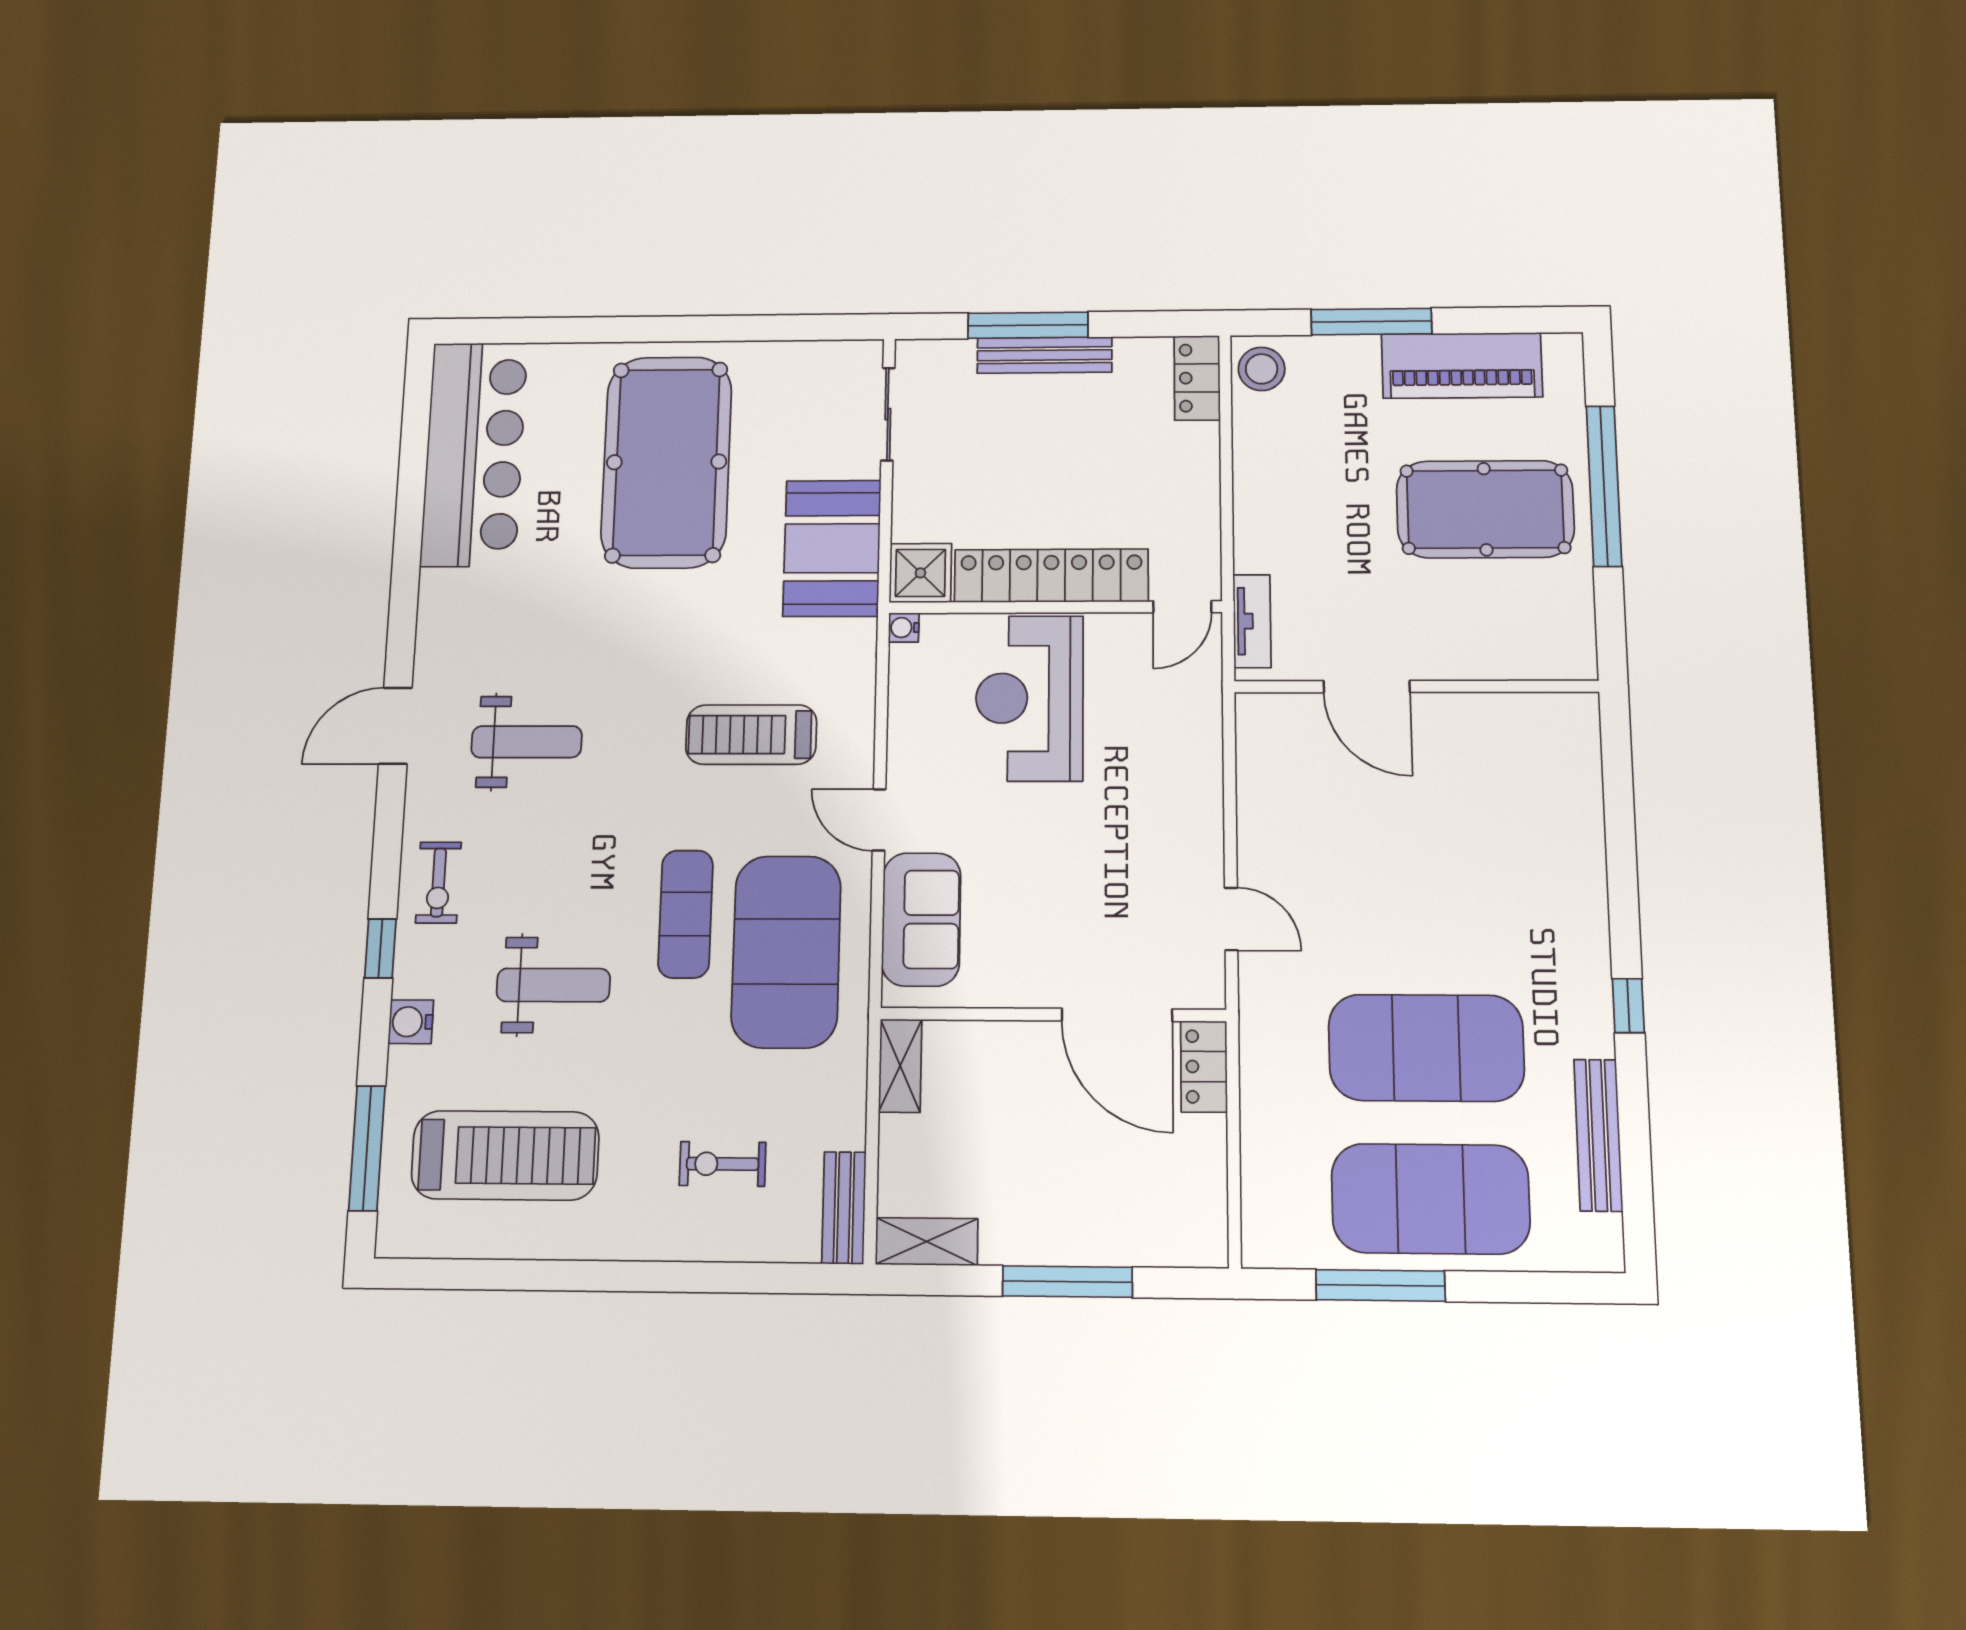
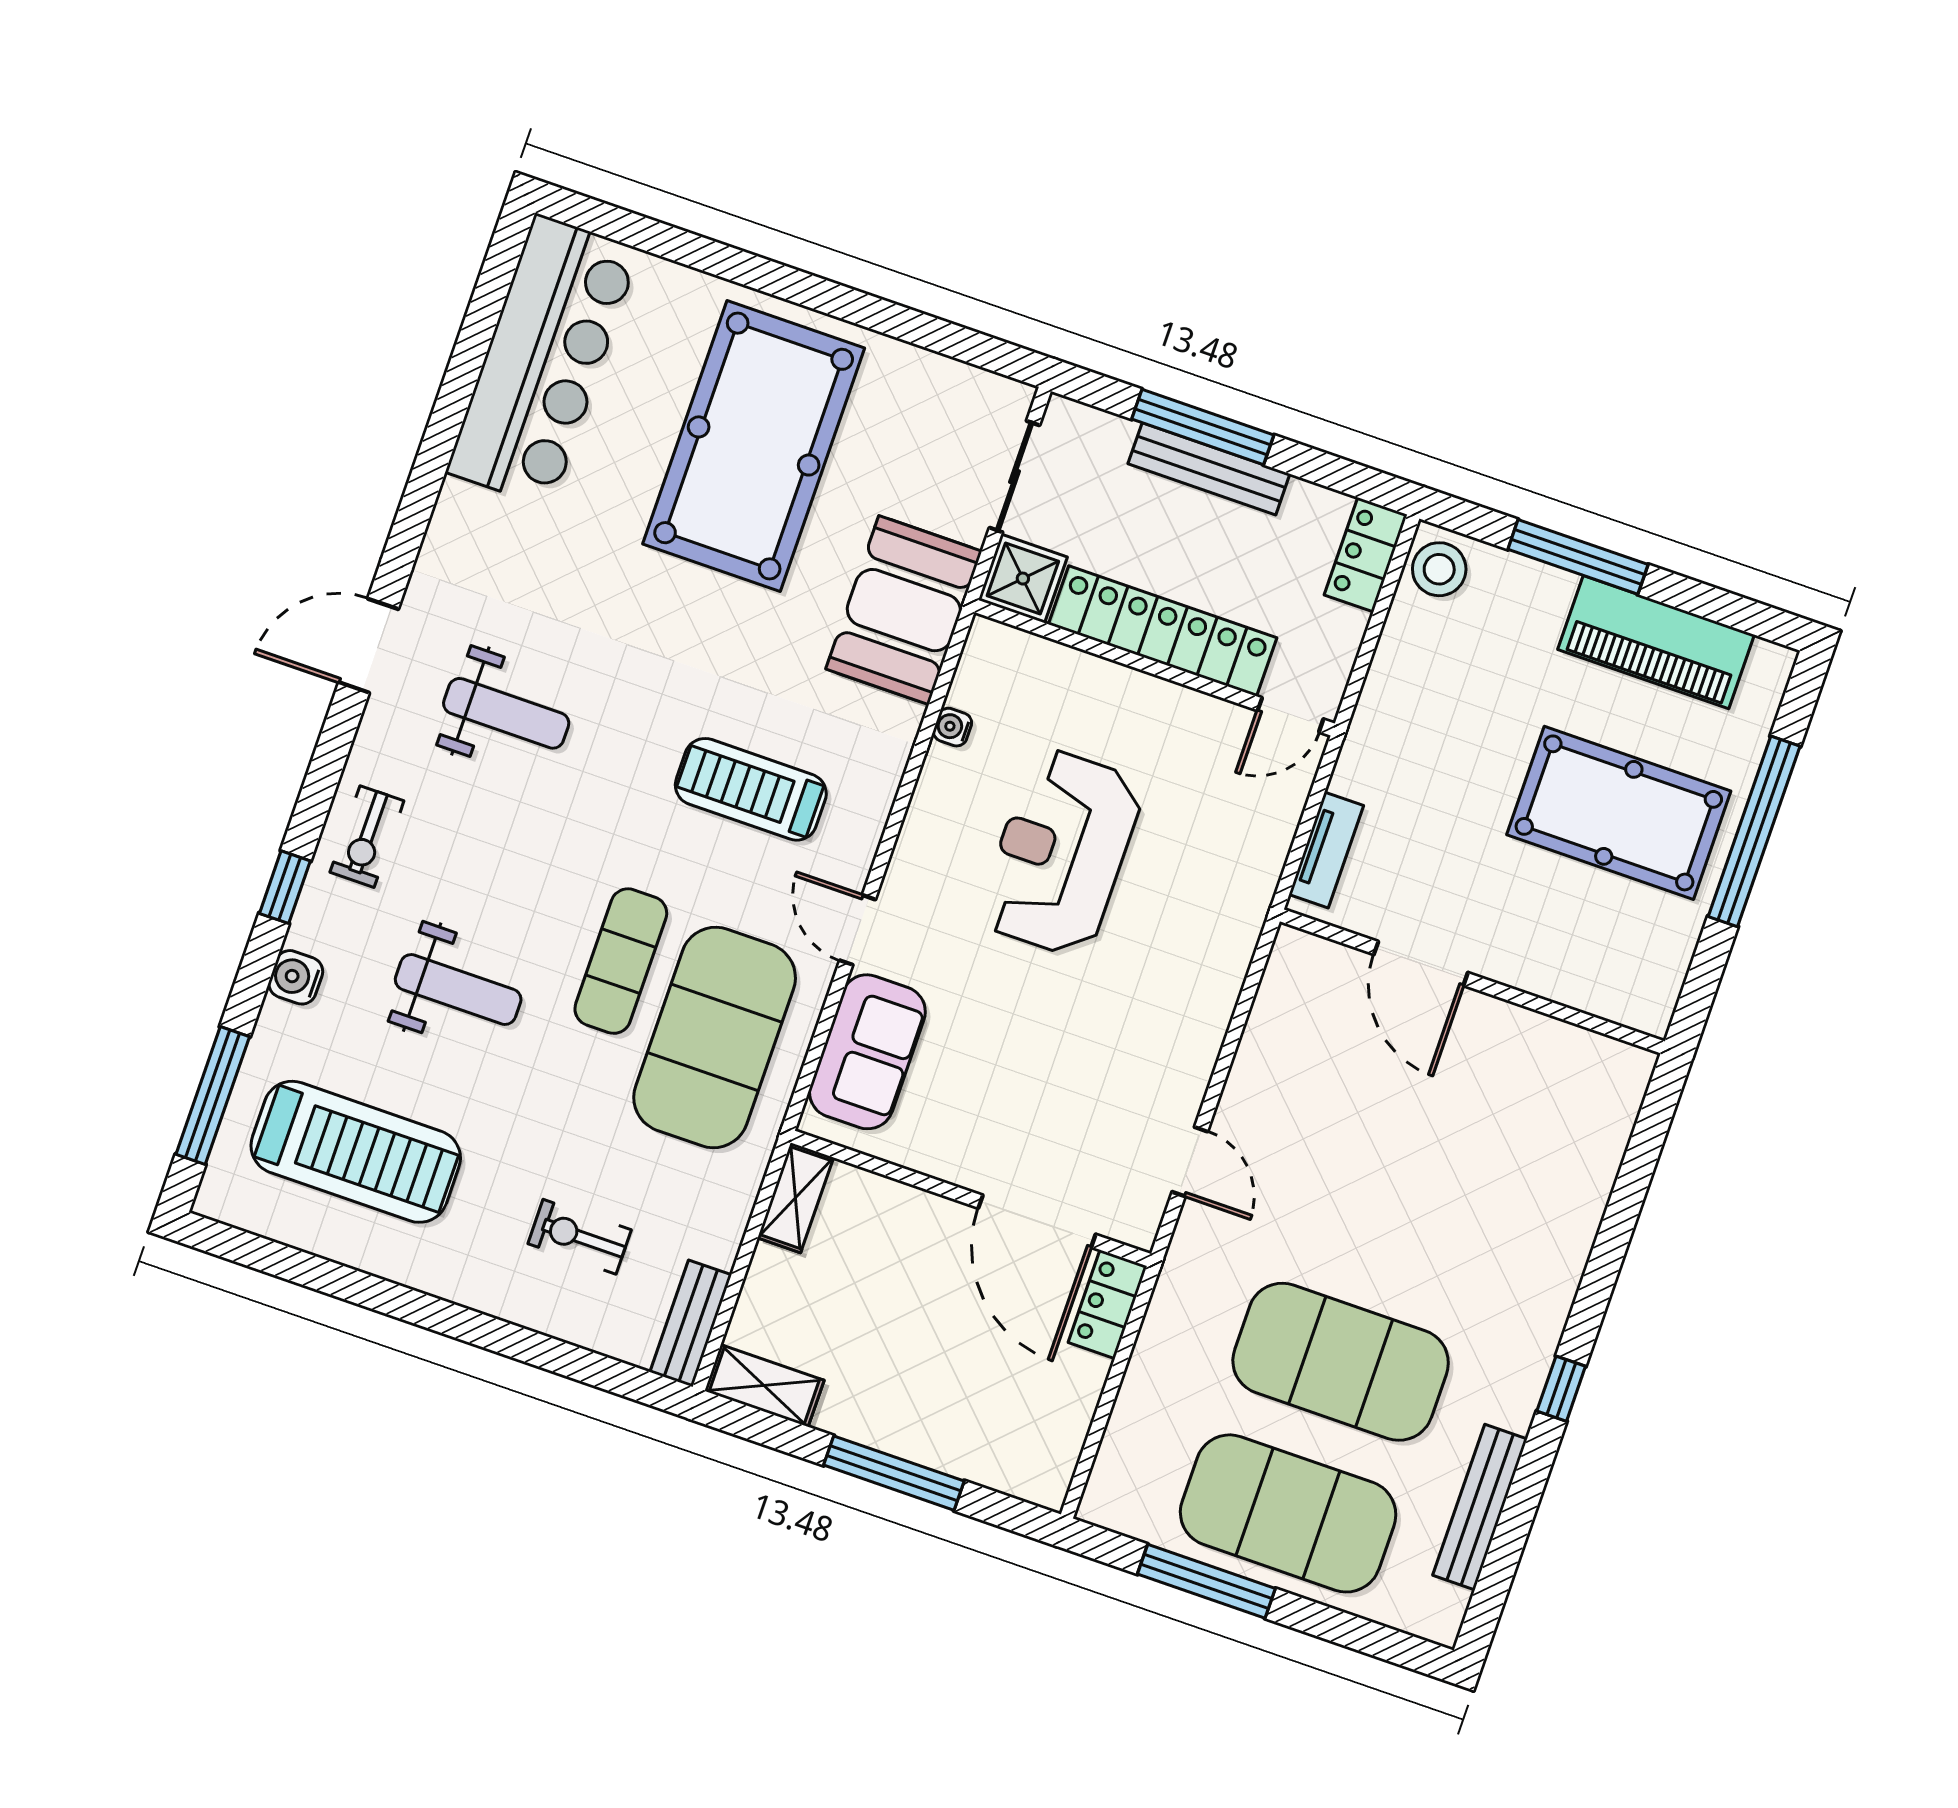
shower: (920, 573) -> (1023, 579), moved
locker: (1051, 576) -> (1163, 631), moved
wall: (1055, 607) -> (1155, 668), moved
door: (1182, 607) -> (1290, 715), moved

